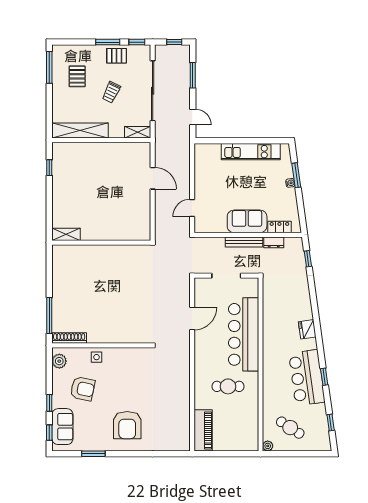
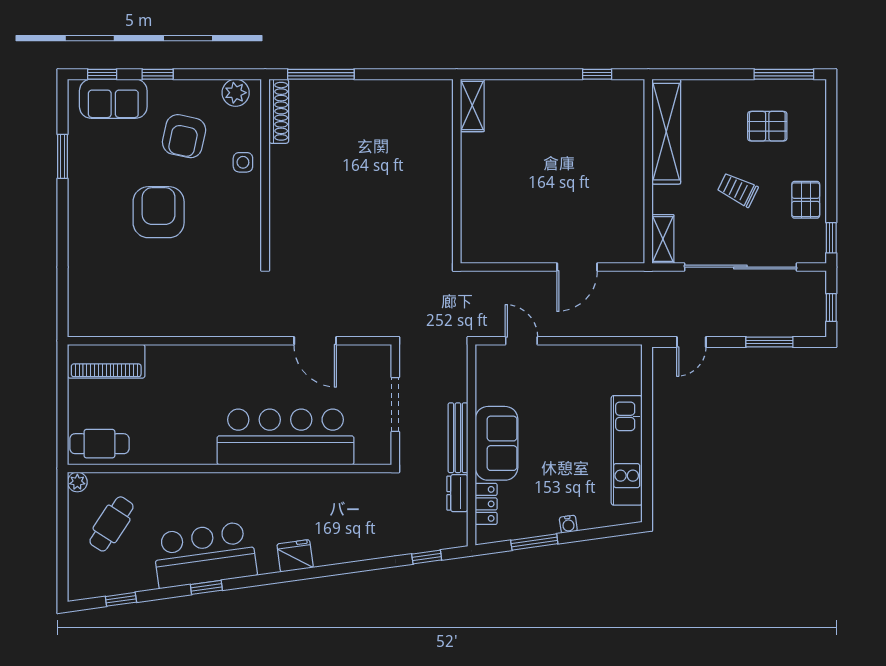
window: (108, 42) -> (831, 183), removed
window: (296, 175) -> (534, 542), moved
cafe table: (228, 386) -> (99, 444), moved, turned 90
armchair: (127, 425) -> (159, 212), moved, turned 90

